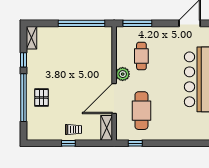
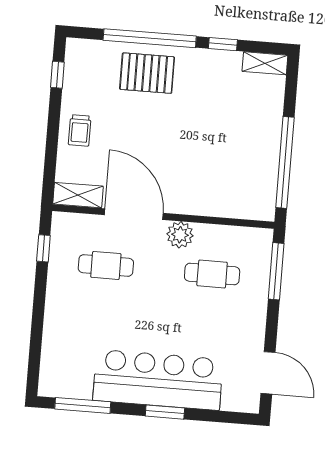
pallet: (41, 97) -> (147, 73), width x1.50, depth x1.42
cafe table: (141, 111) -> (106, 265), width x0.73, depth x0.74
window: (68, 143) -> (57, 75), moved

